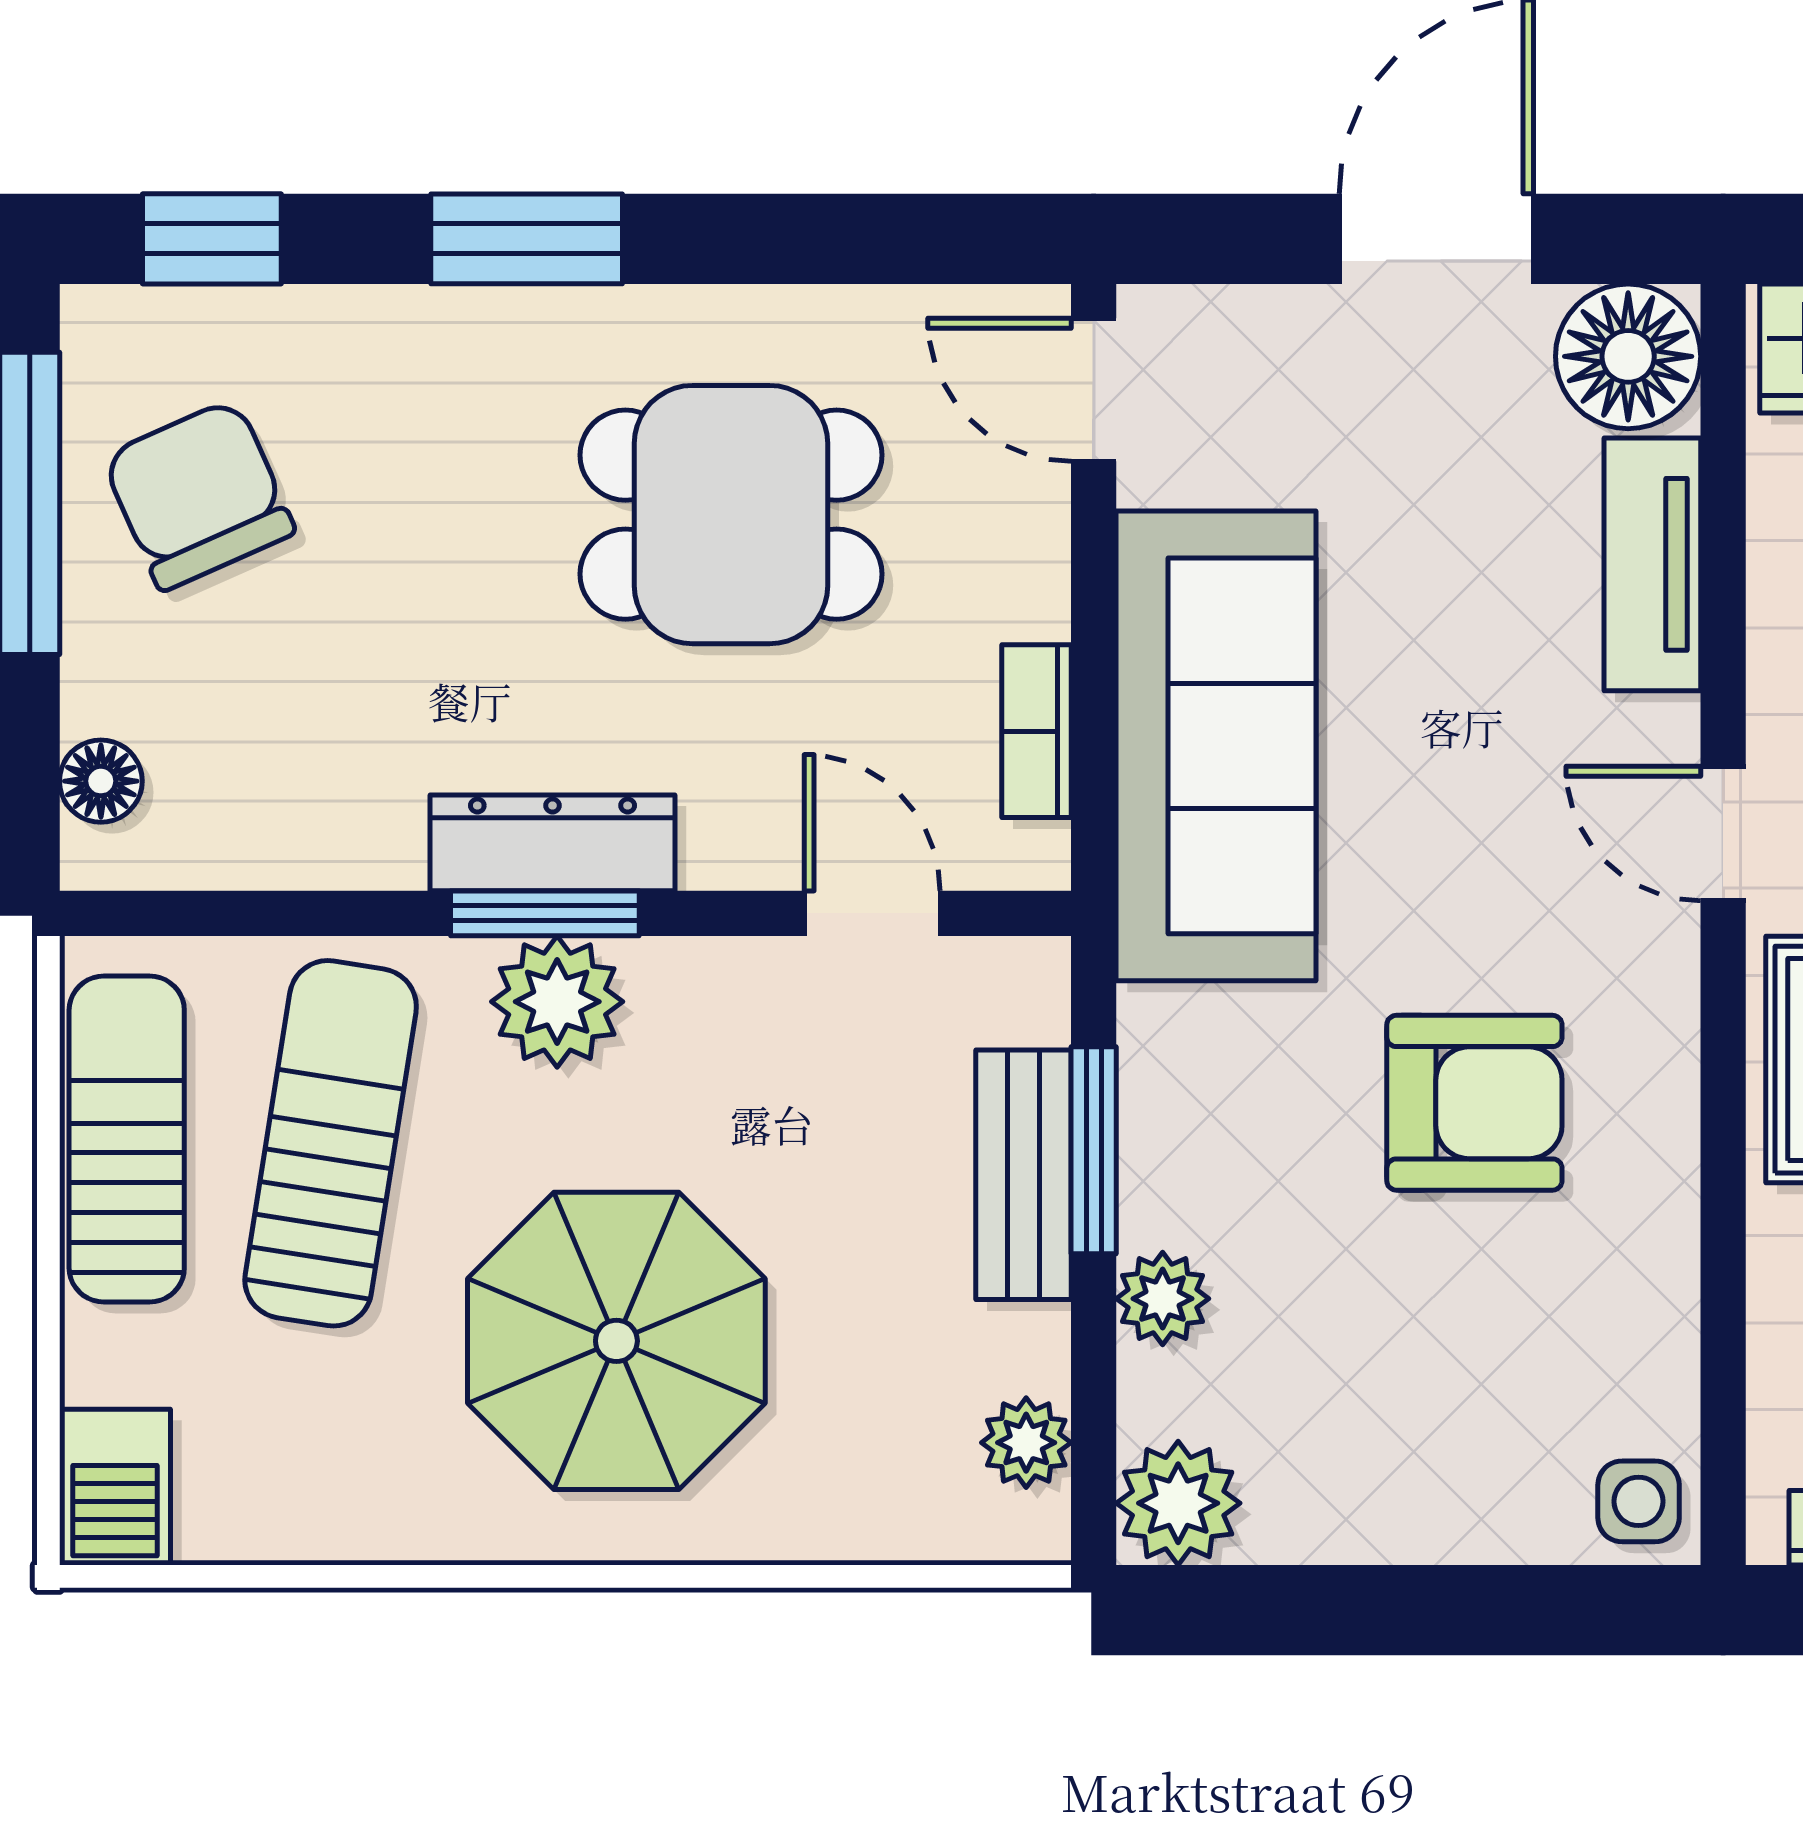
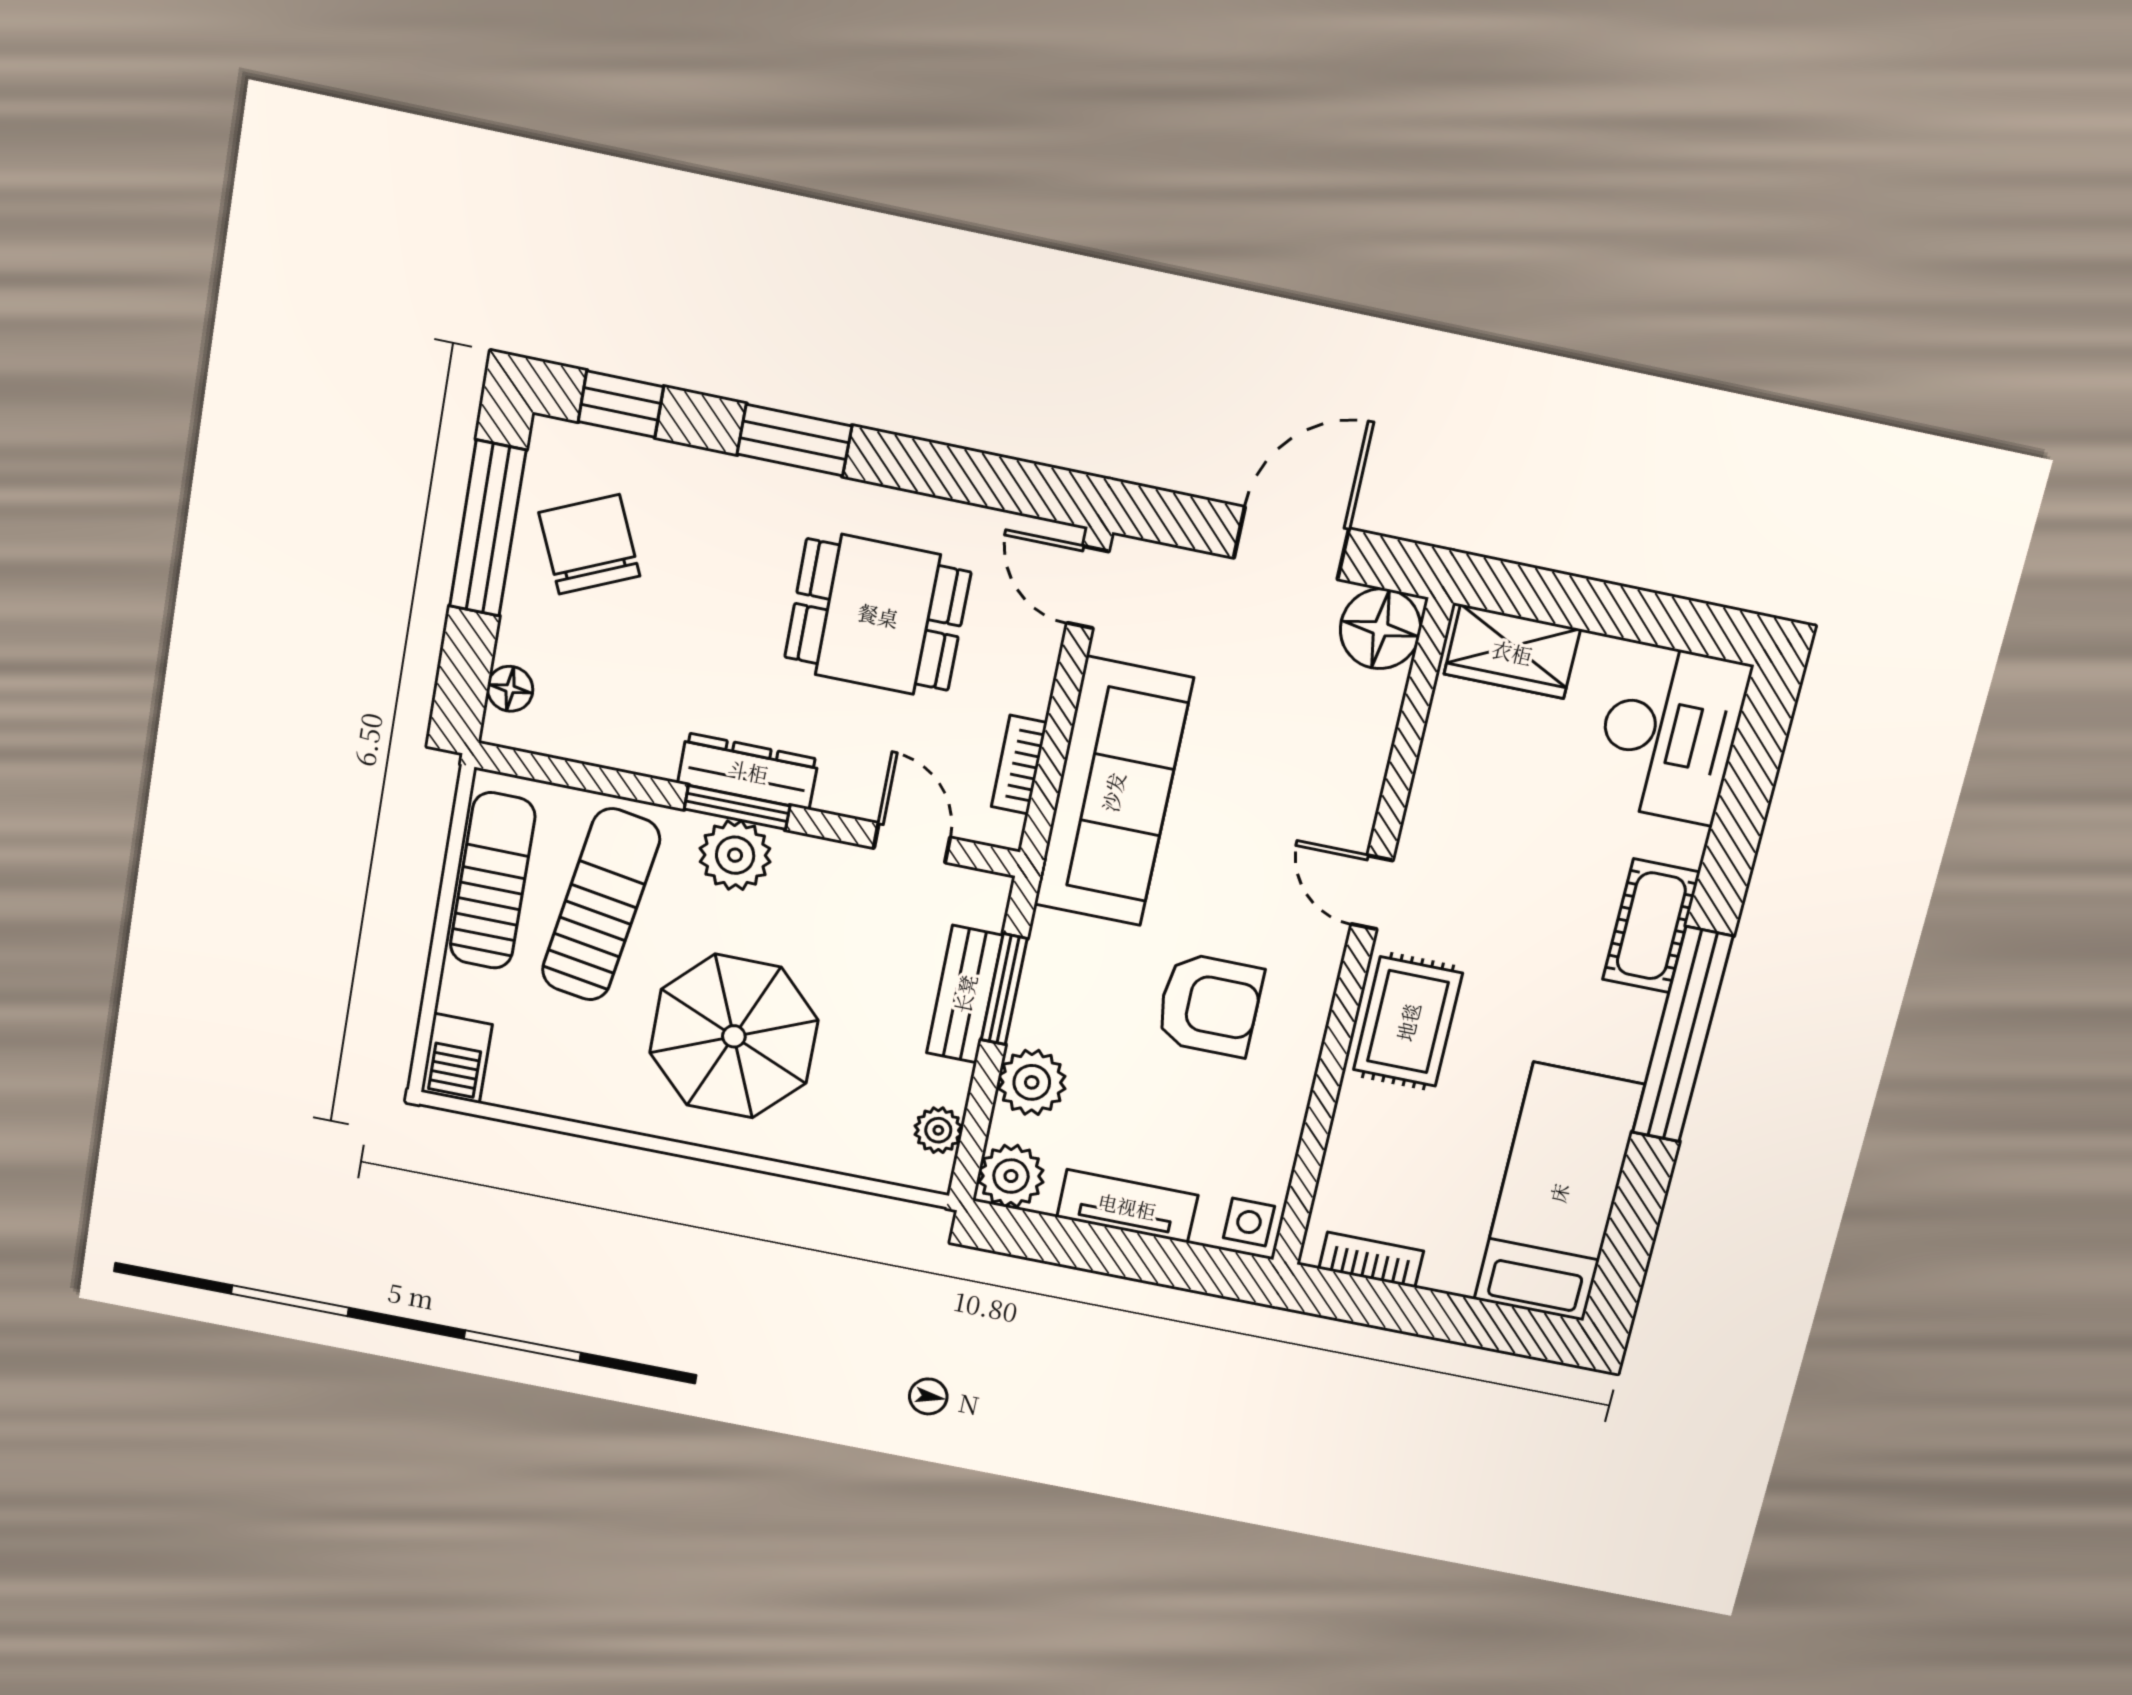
tv unit: (1652, 564) -> (1127, 1206), moved, turned 90
plant: (1163, 1299) -> (1032, 1082), width x1.38, depth x1.38

